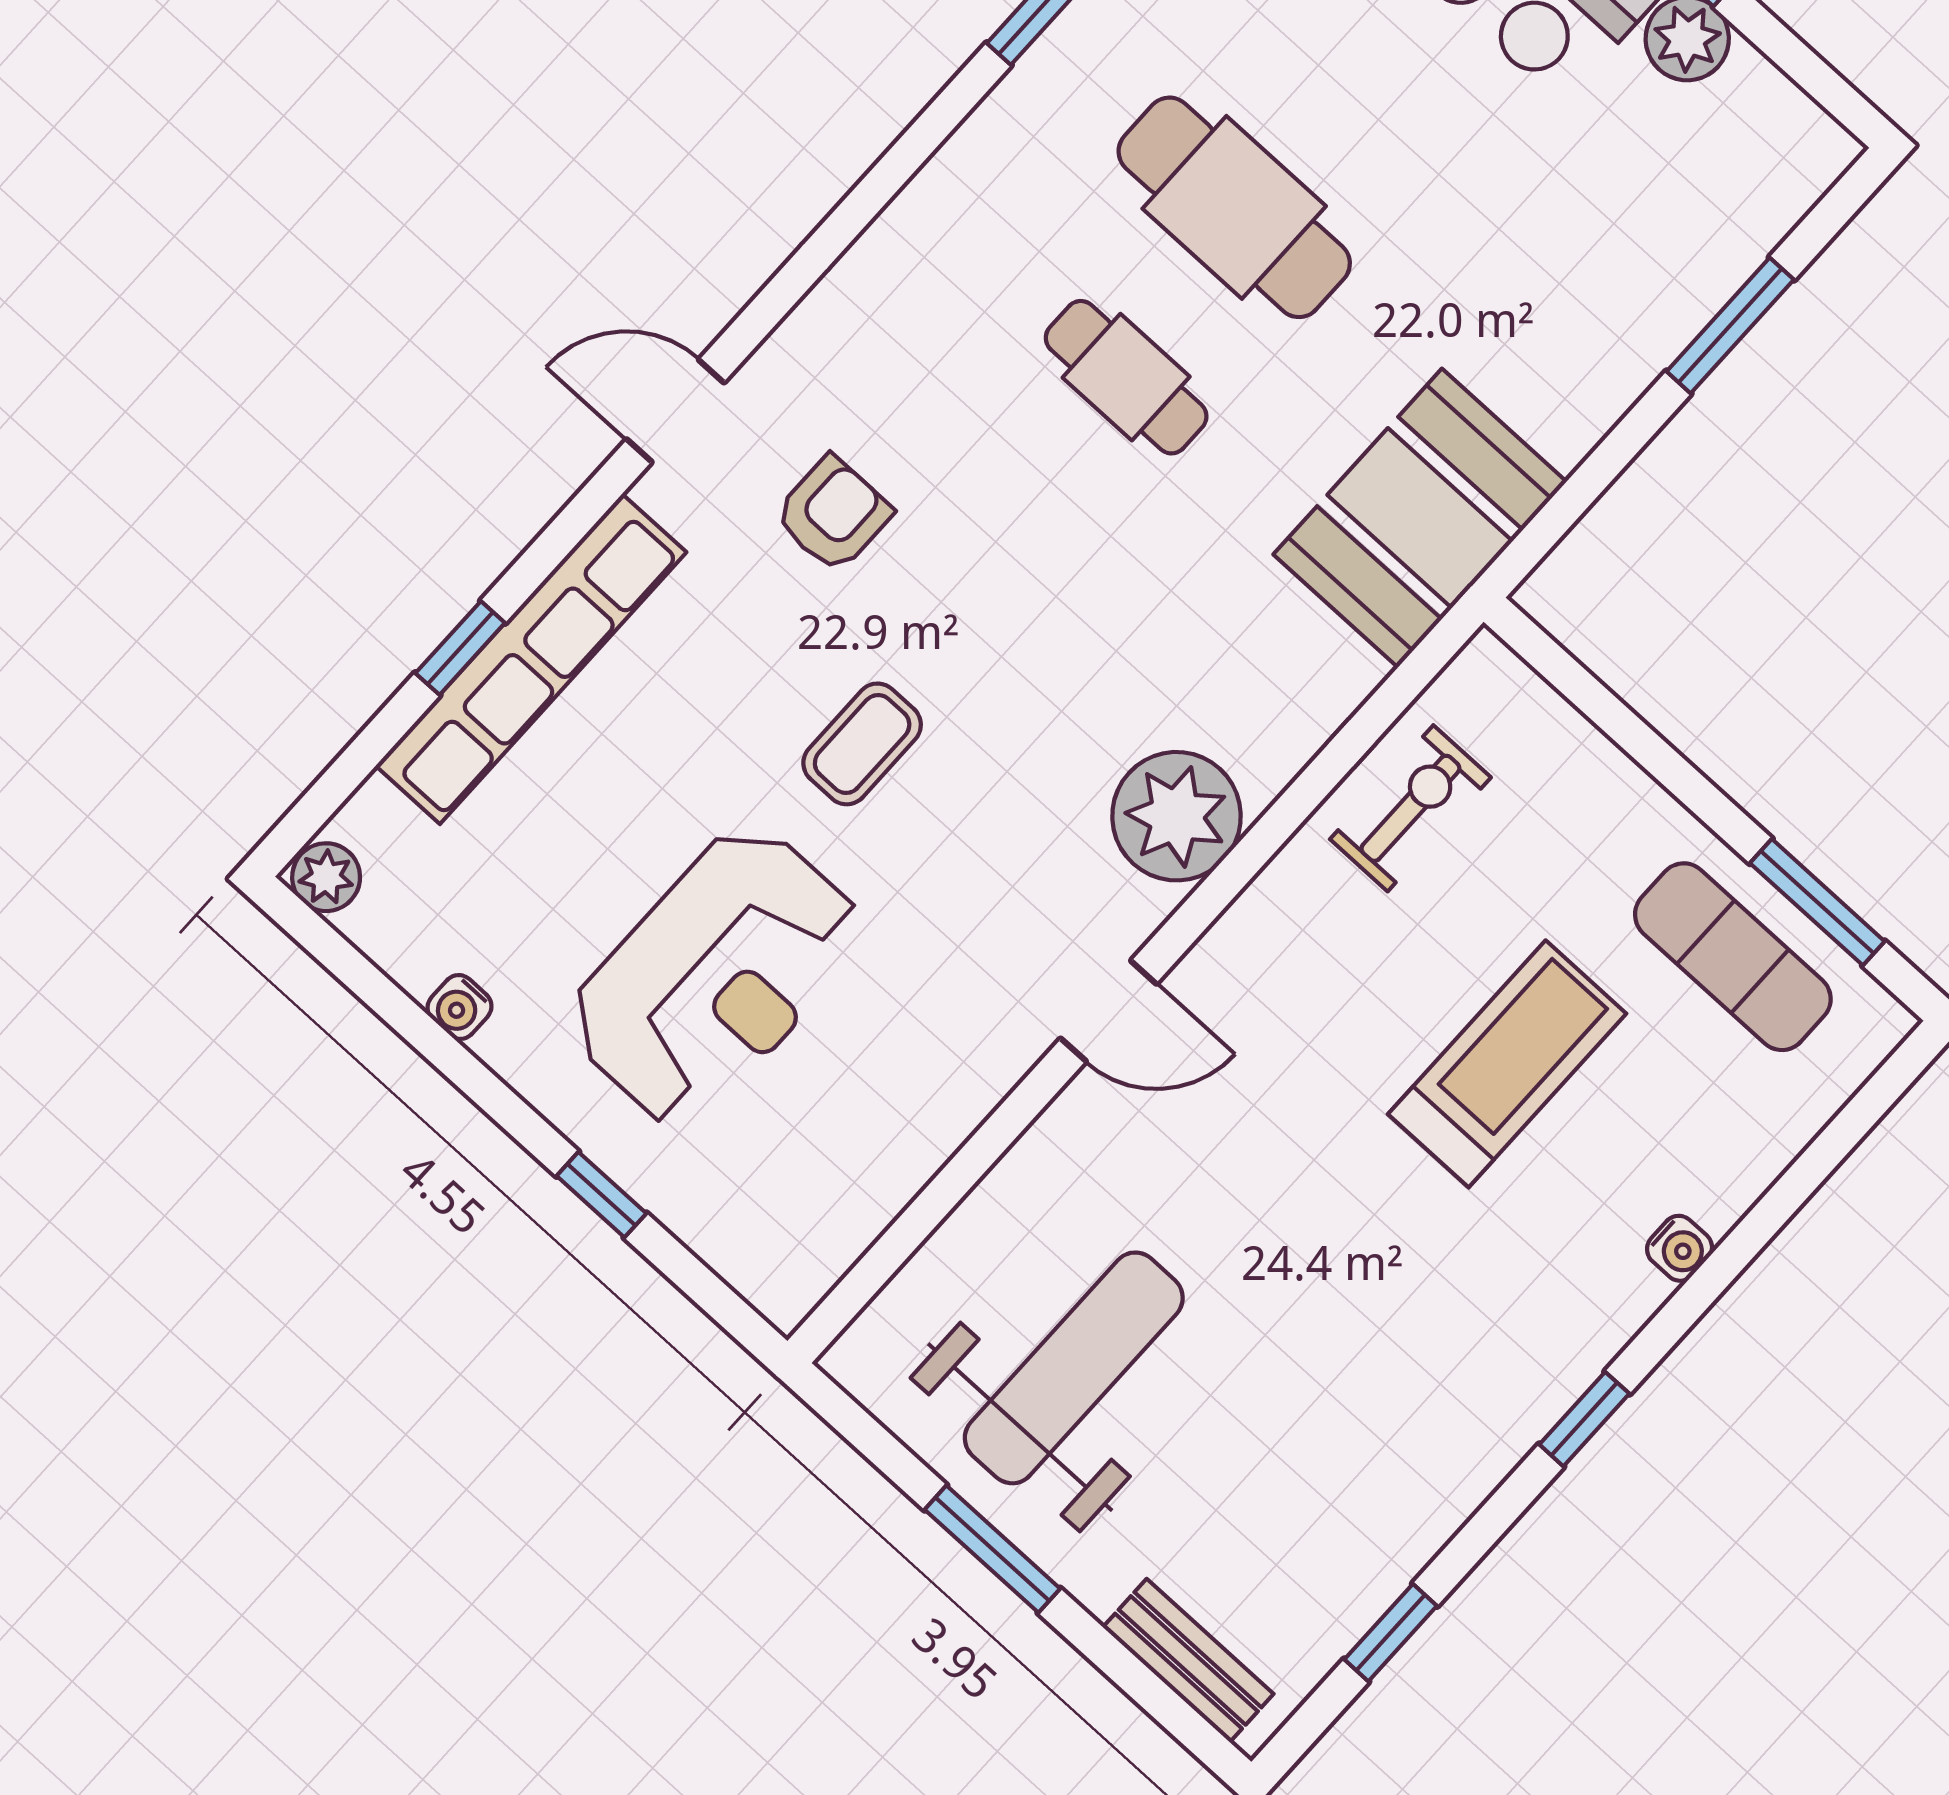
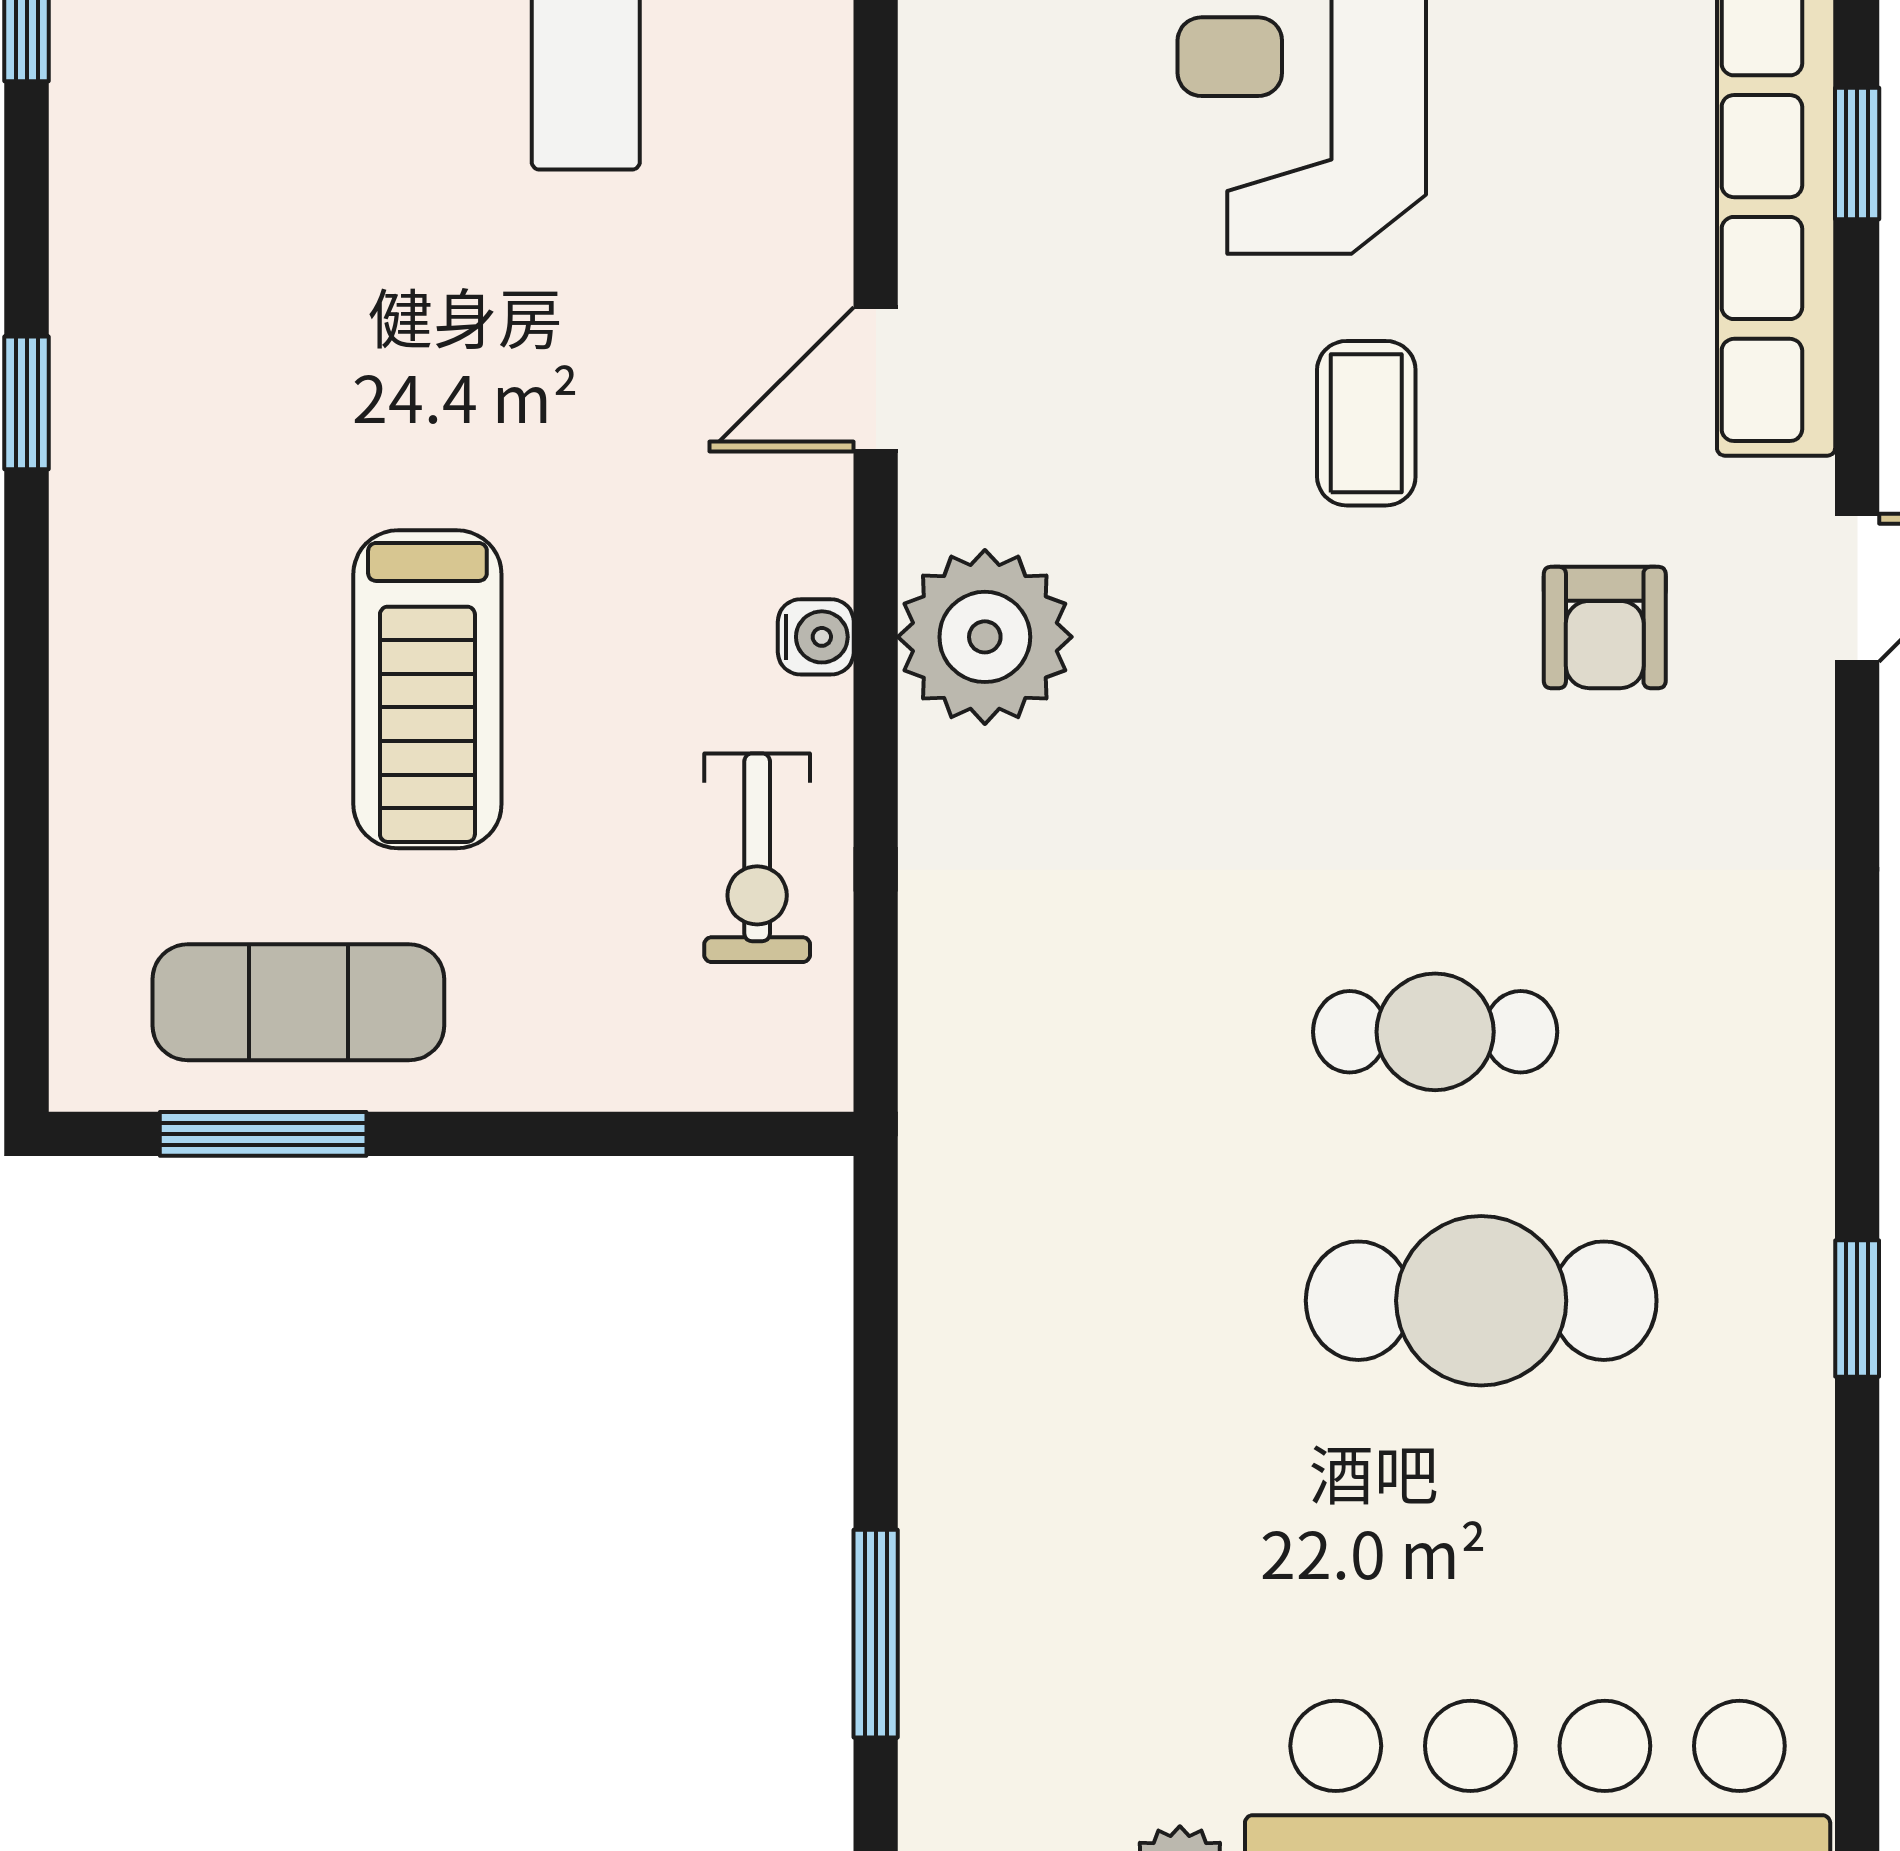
booth: (1420, 518) -> (1012, 1158), removed
water cooler: (1680, 1248) -> (816, 637), moved, turned 180

